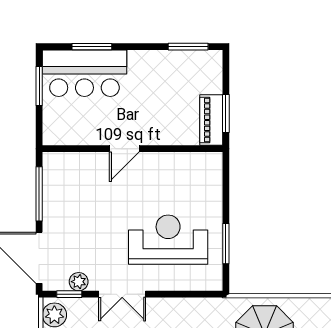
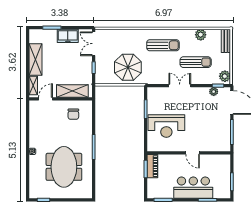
bar counter: (84, 73) -> (193, 188), moved
door: (124, 149) -> (193, 153), swing flipped
reception desk: (168, 240) -> (166, 126), moved
double door: (122, 294) -> (180, 86), moved

